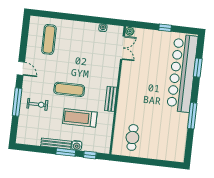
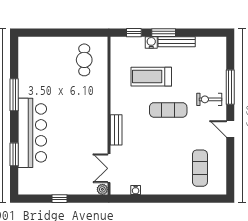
bar counter: (182, 73) -> (32, 133), width x0.73
bench: (111, 99) -> (116, 130), moved
exercise bike: (37, 104) -> (209, 99), moved
treadmill: (80, 118) -> (151, 77), turned 180

